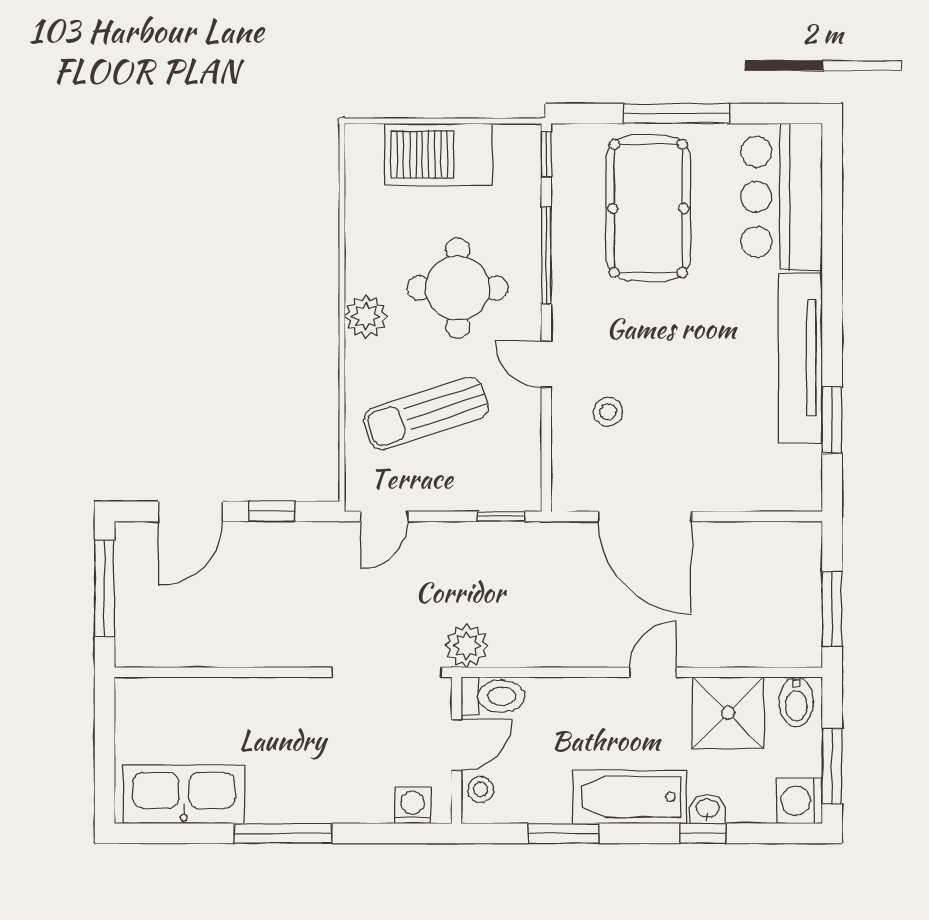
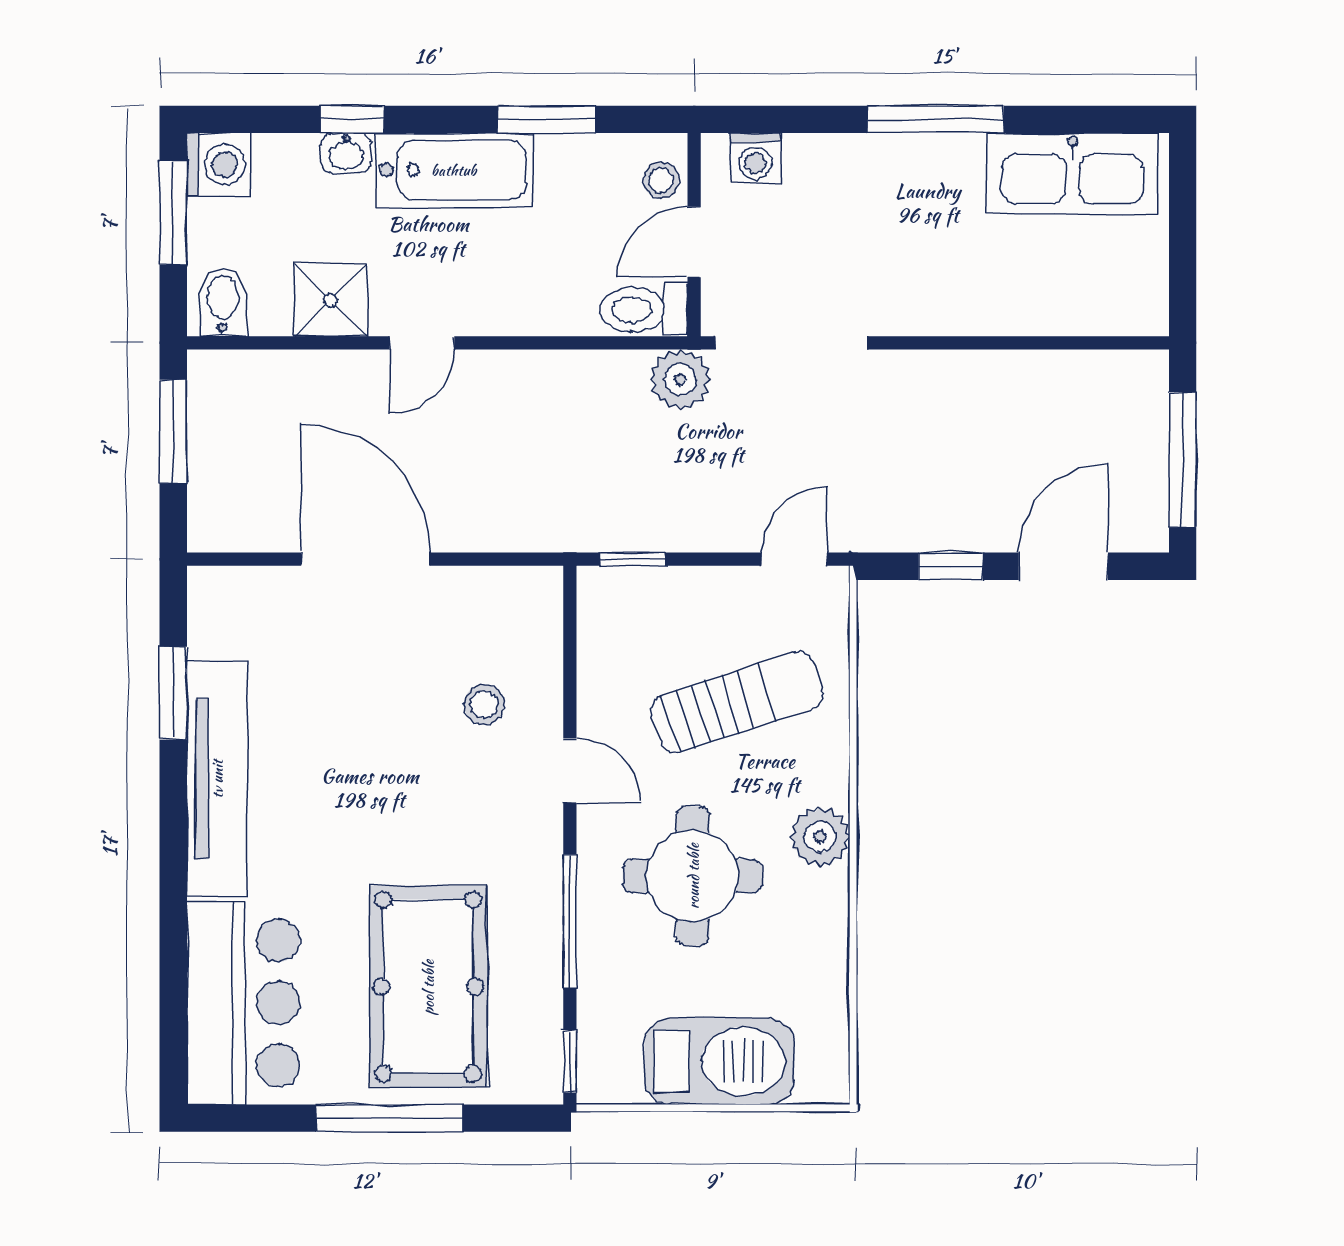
door: (645, 516) -> (366, 559), moved
shower: (728, 713) -> (331, 300), width x0.73, depth x0.73

